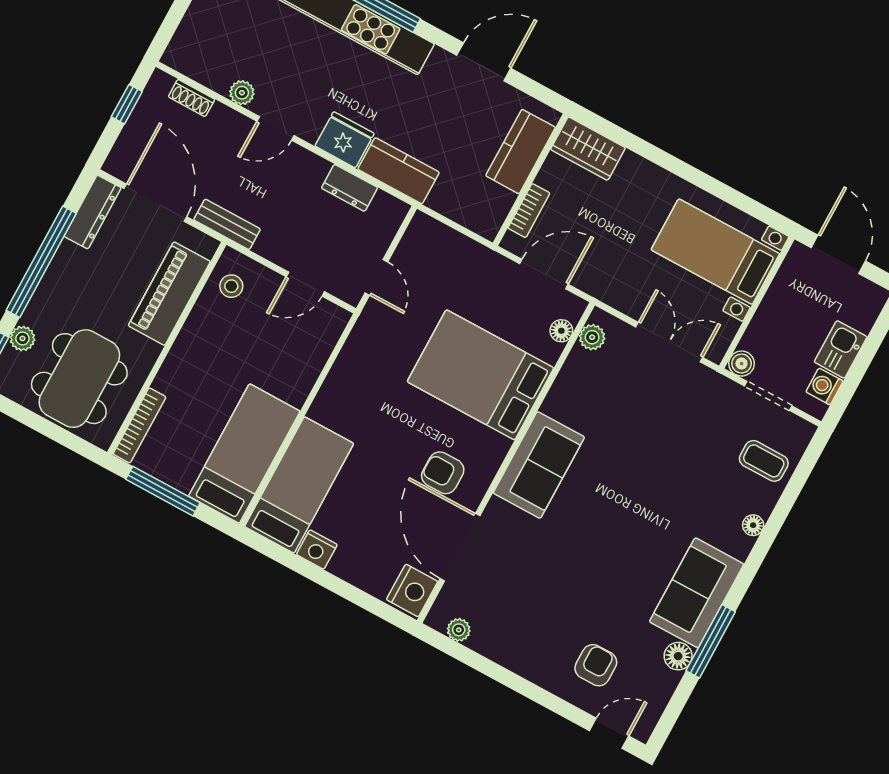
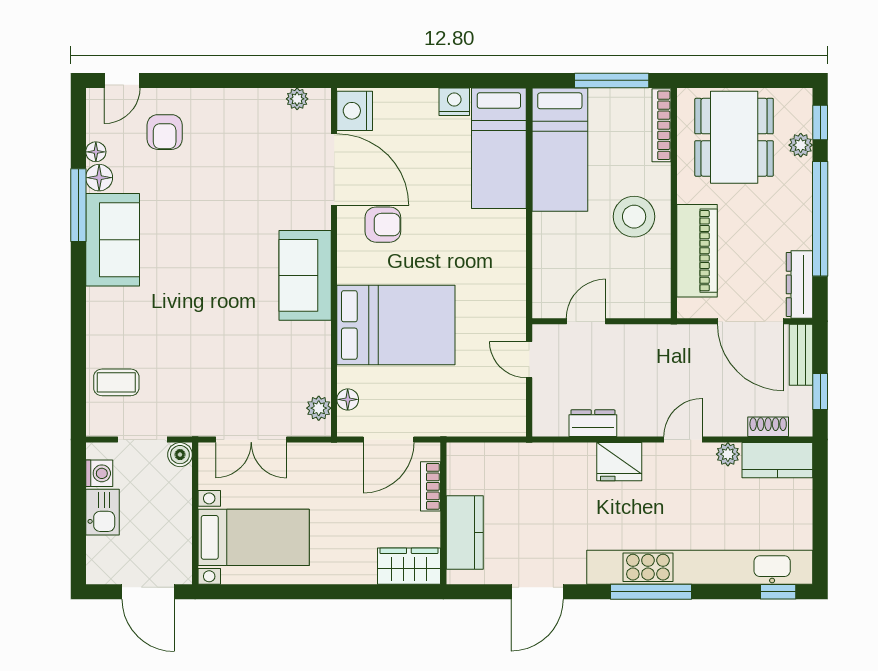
kitchen counter: (399, 171) -> (777, 460), moved
bench: (227, 224) -> (801, 355), moved, turned 90
stool: (231, 286) -> (634, 217), moved, width x1.89, depth x1.89
floor lamp: (753, 525) -> (96, 152), moved

